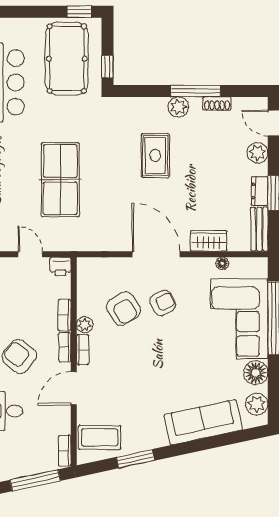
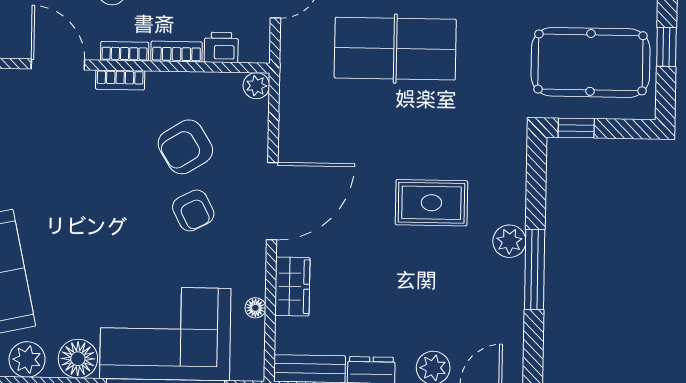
window: (79, 12) -> (666, 47), moved
shoe rack: (217, 104) -> (514, 304), removed
printer: (60, 266) -> (221, 47), moved, turned 90
plant: (85, 325) -> (256, 86), moved

